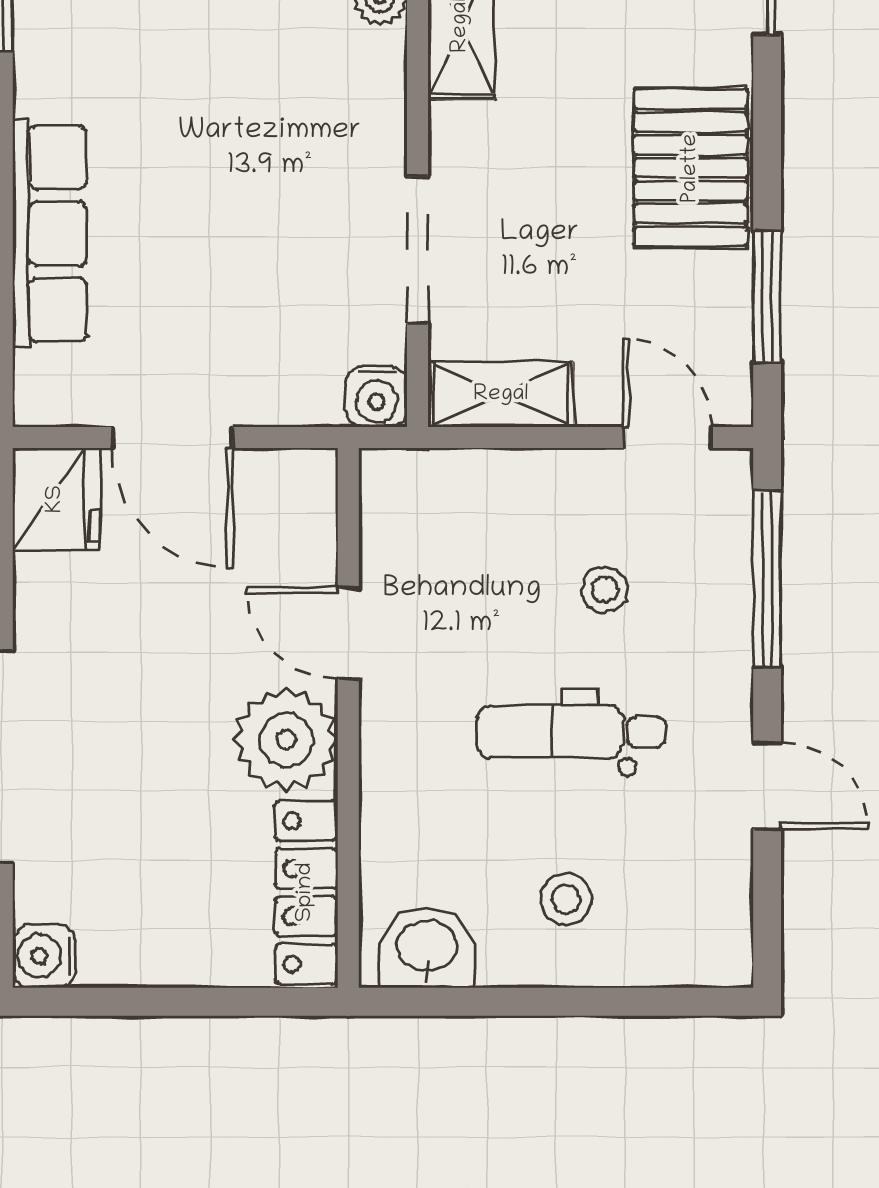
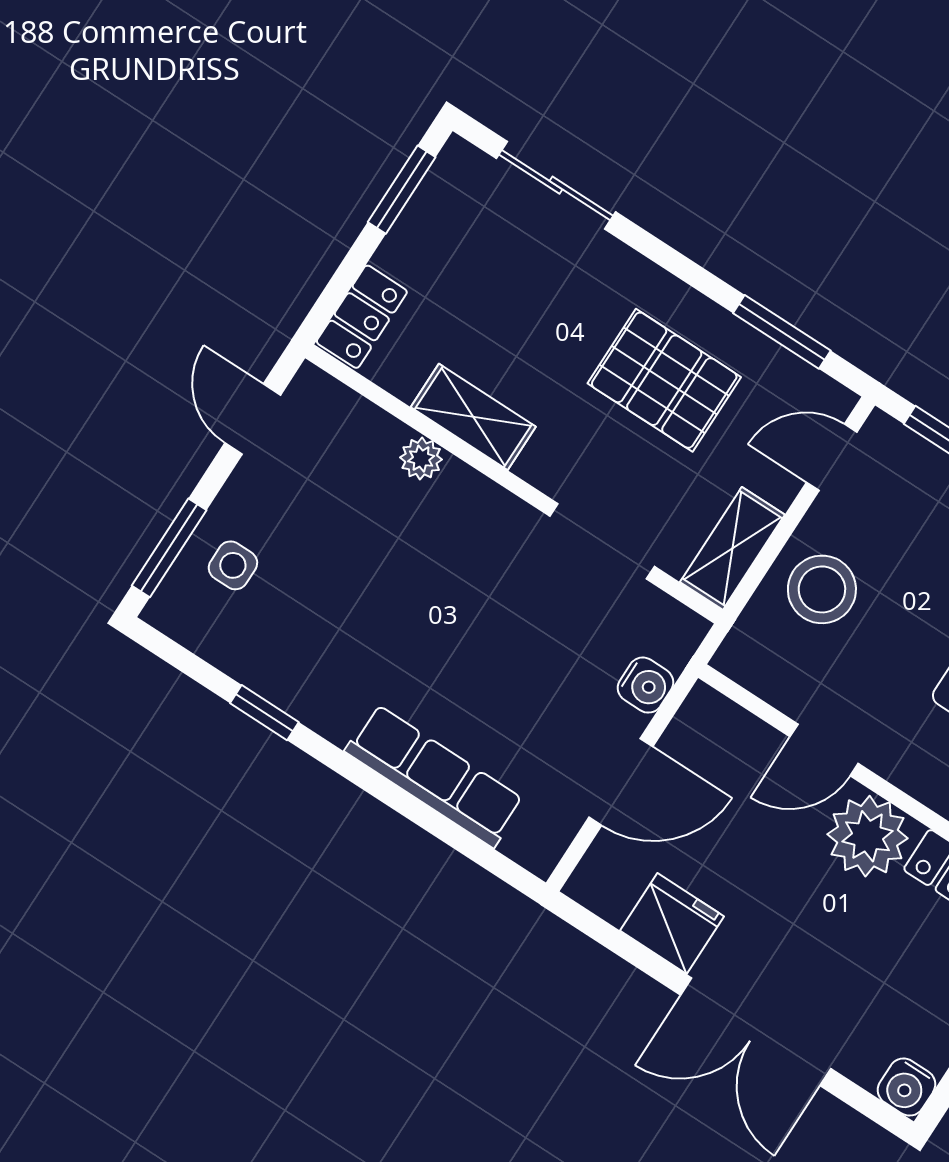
pallet: (691, 168) -> (664, 380), moved
water cooler: (376, 397) -> (645, 685), moved
fridge: (56, 499) -> (672, 924), moved
stool: (605, 590) -> (822, 589), moved, width x1.89, depth x1.89

